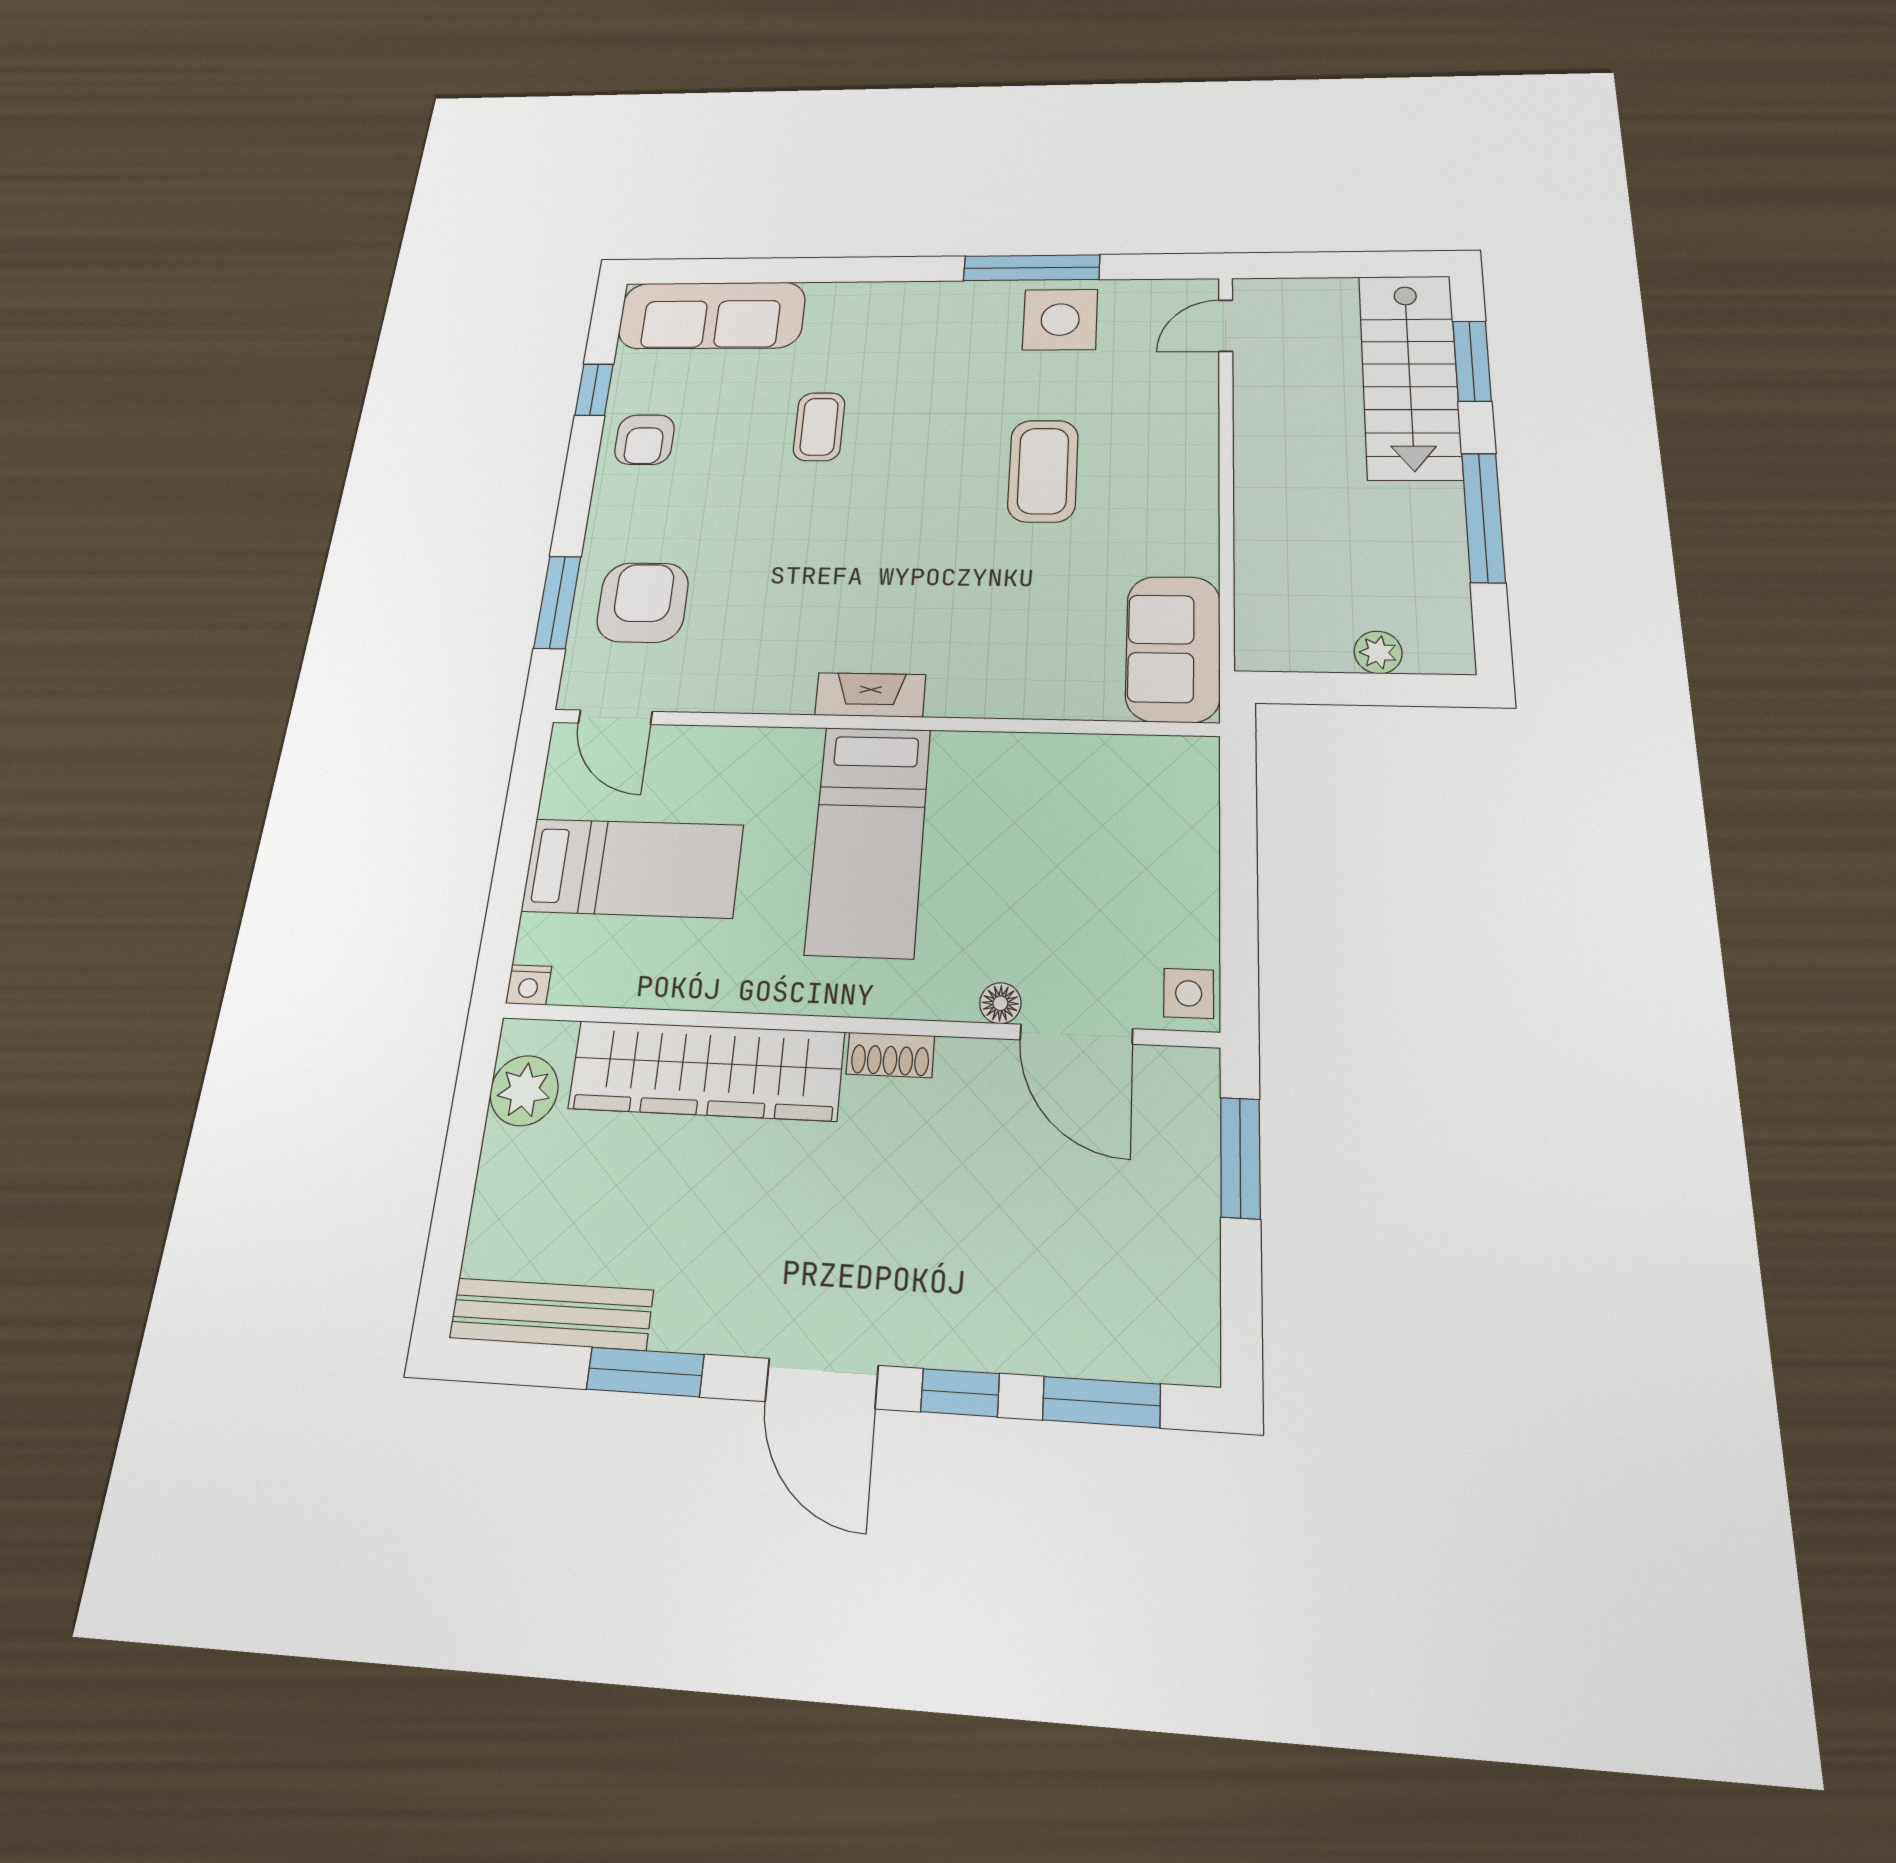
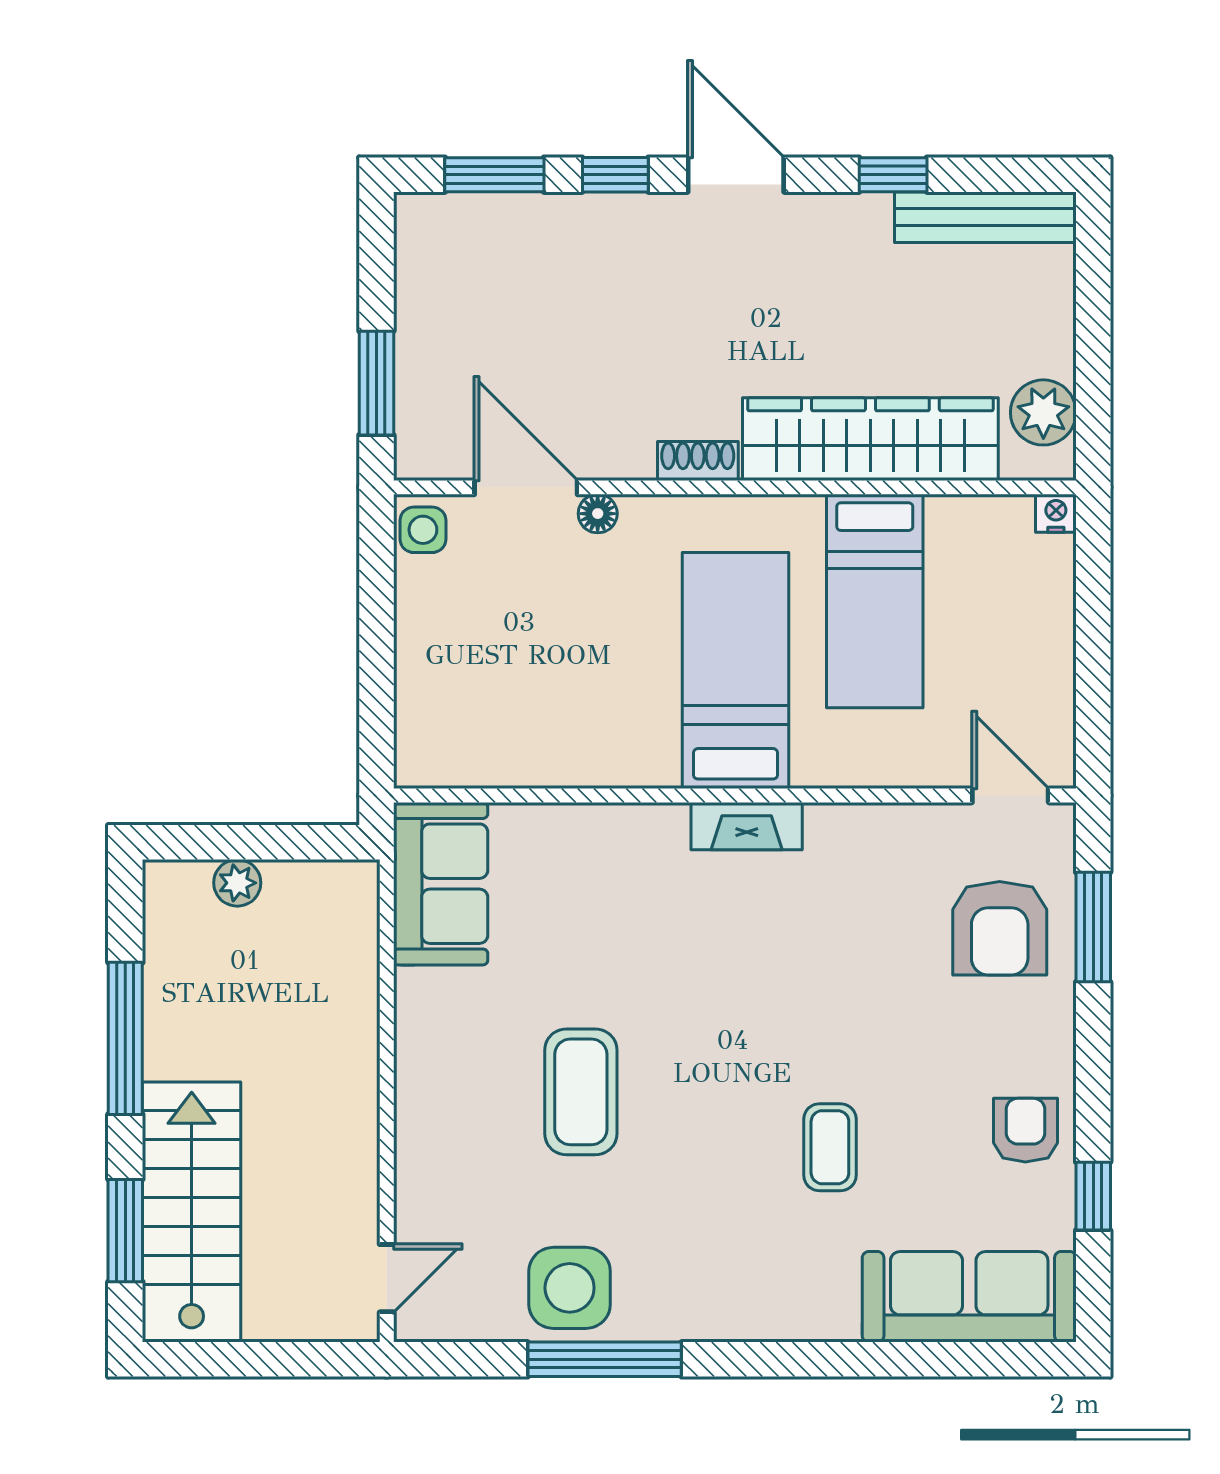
bed: (633, 868) -> (875, 601), moved, turned -90
window: (645, 1372) -> (893, 175), width x0.67

